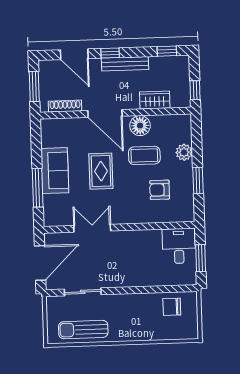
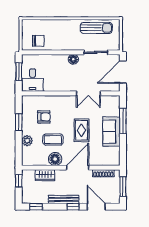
door: (105, 113) -> (78, 168), hinge flipped
floor lamp: (117, 280) -> (73, 59), added

